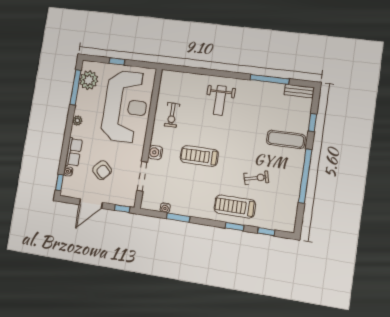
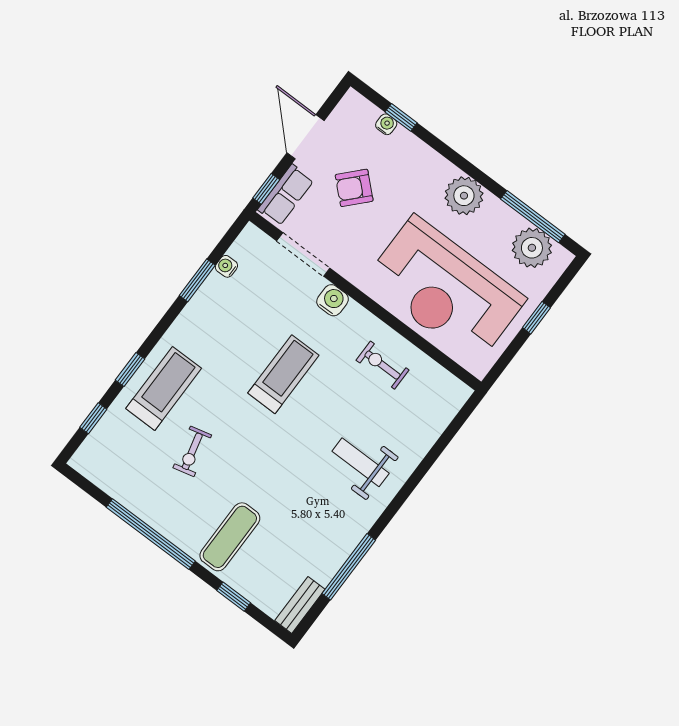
plant: (77, 121) -> (464, 196), width x1.88, depth x1.88
row of seats: (74, 152) -> (286, 195), moved, turned -90
window: (59, 183) -> (401, 117), moved

